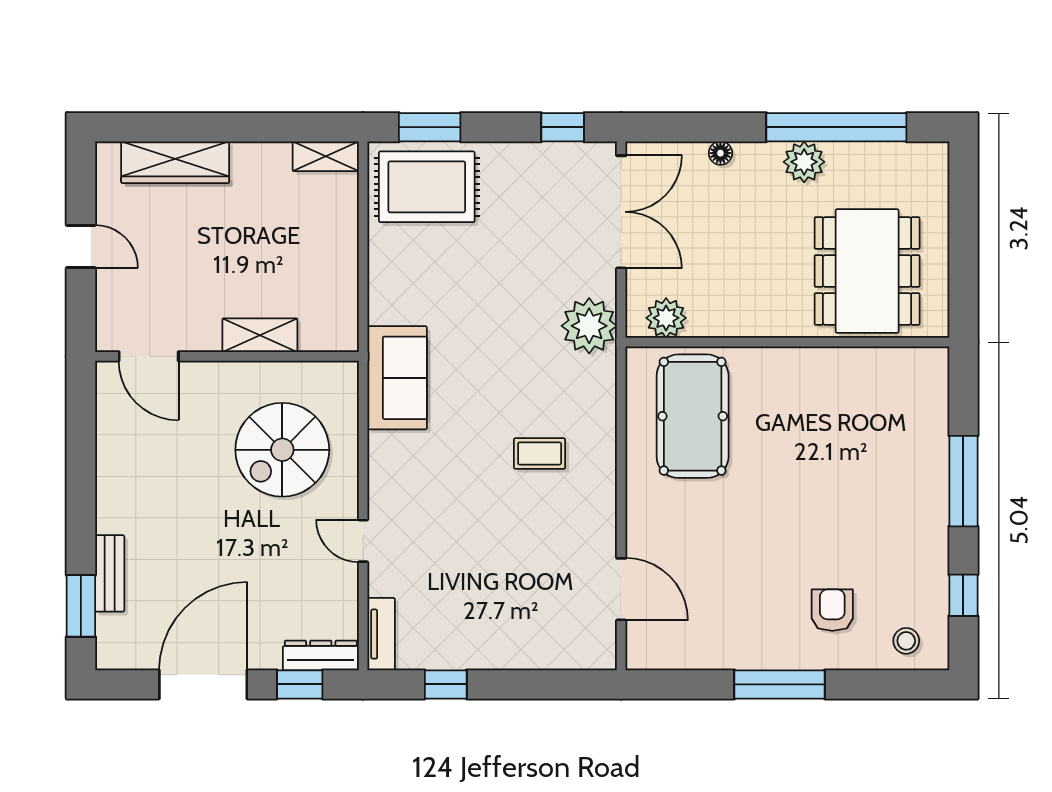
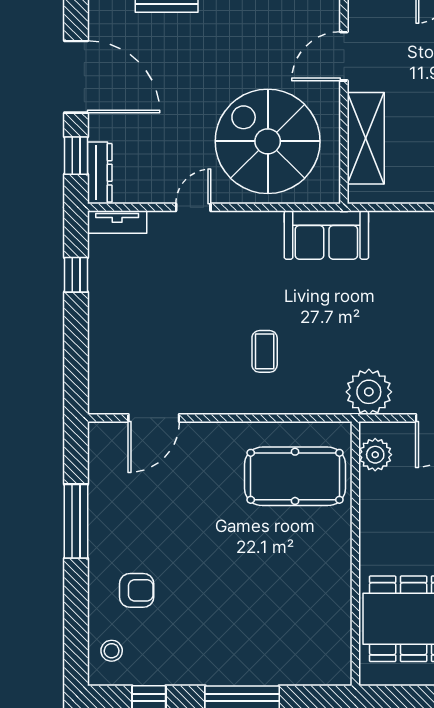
shelving: (260, 335) -> (366, 138), width x1.50, depth x1.33
door: (149, 356) -> (344, 56), moved
spiral stairs: (282, 450) -> (268, 141), width x1.37, depth x1.37
window: (780, 684) -> (76, 521), moved

